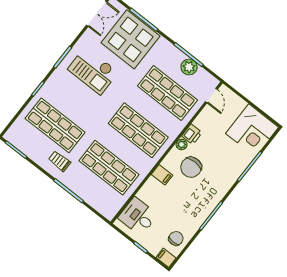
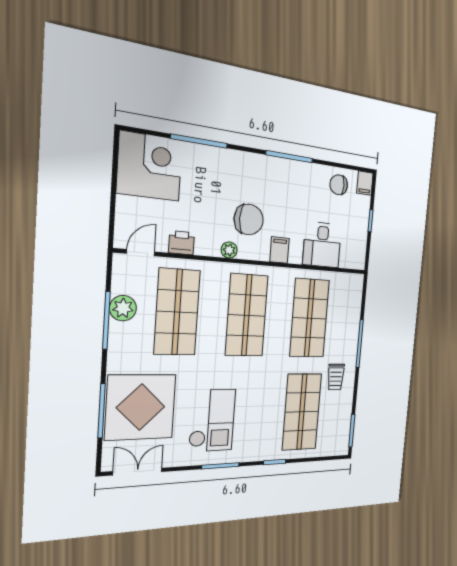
printer: (192, 134) -> (182, 243), moved
desk: (138, 216) -> (322, 245), moved

